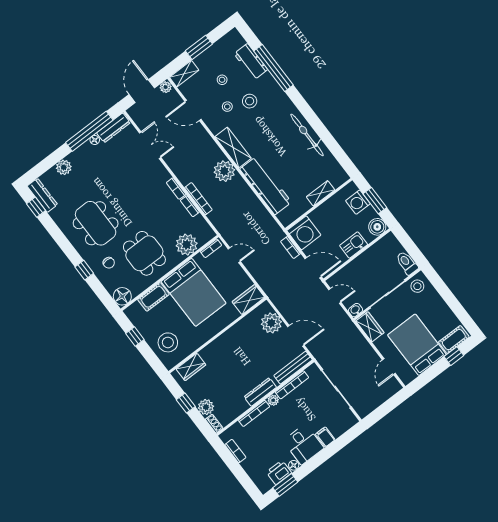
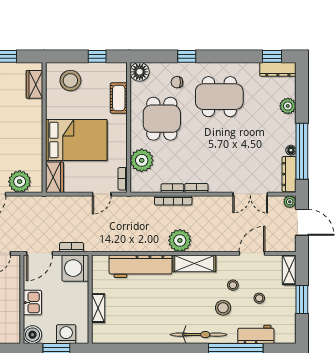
plant: (166, 87) -> (290, 202), moved
bicycle: (307, 135) -> (198, 335), moved
dining table: (144, 253) -> (162, 119), turned 90
bed: (194, 292) -> (76, 140), moved, turned 180

